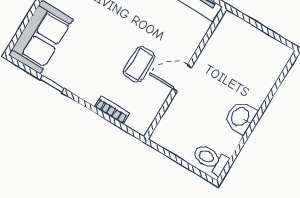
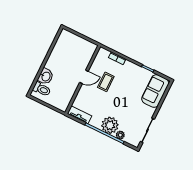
washbasin: (241, 117) -> (46, 76), moved
toilet: (210, 159) -> (42, 89), moved

